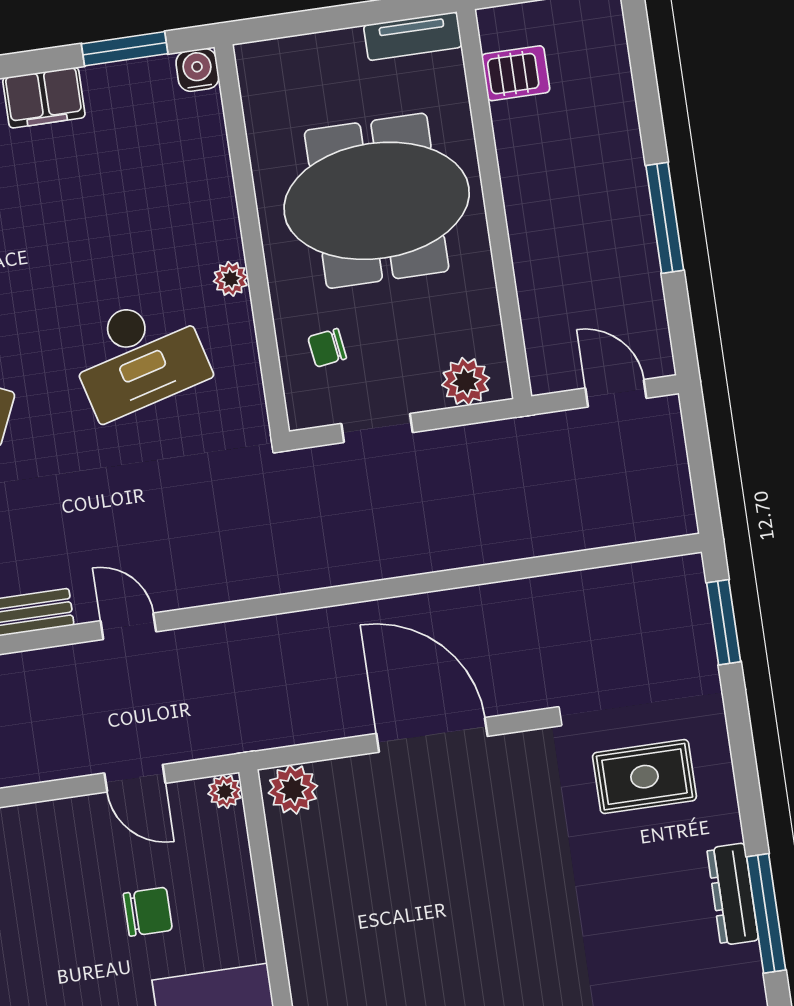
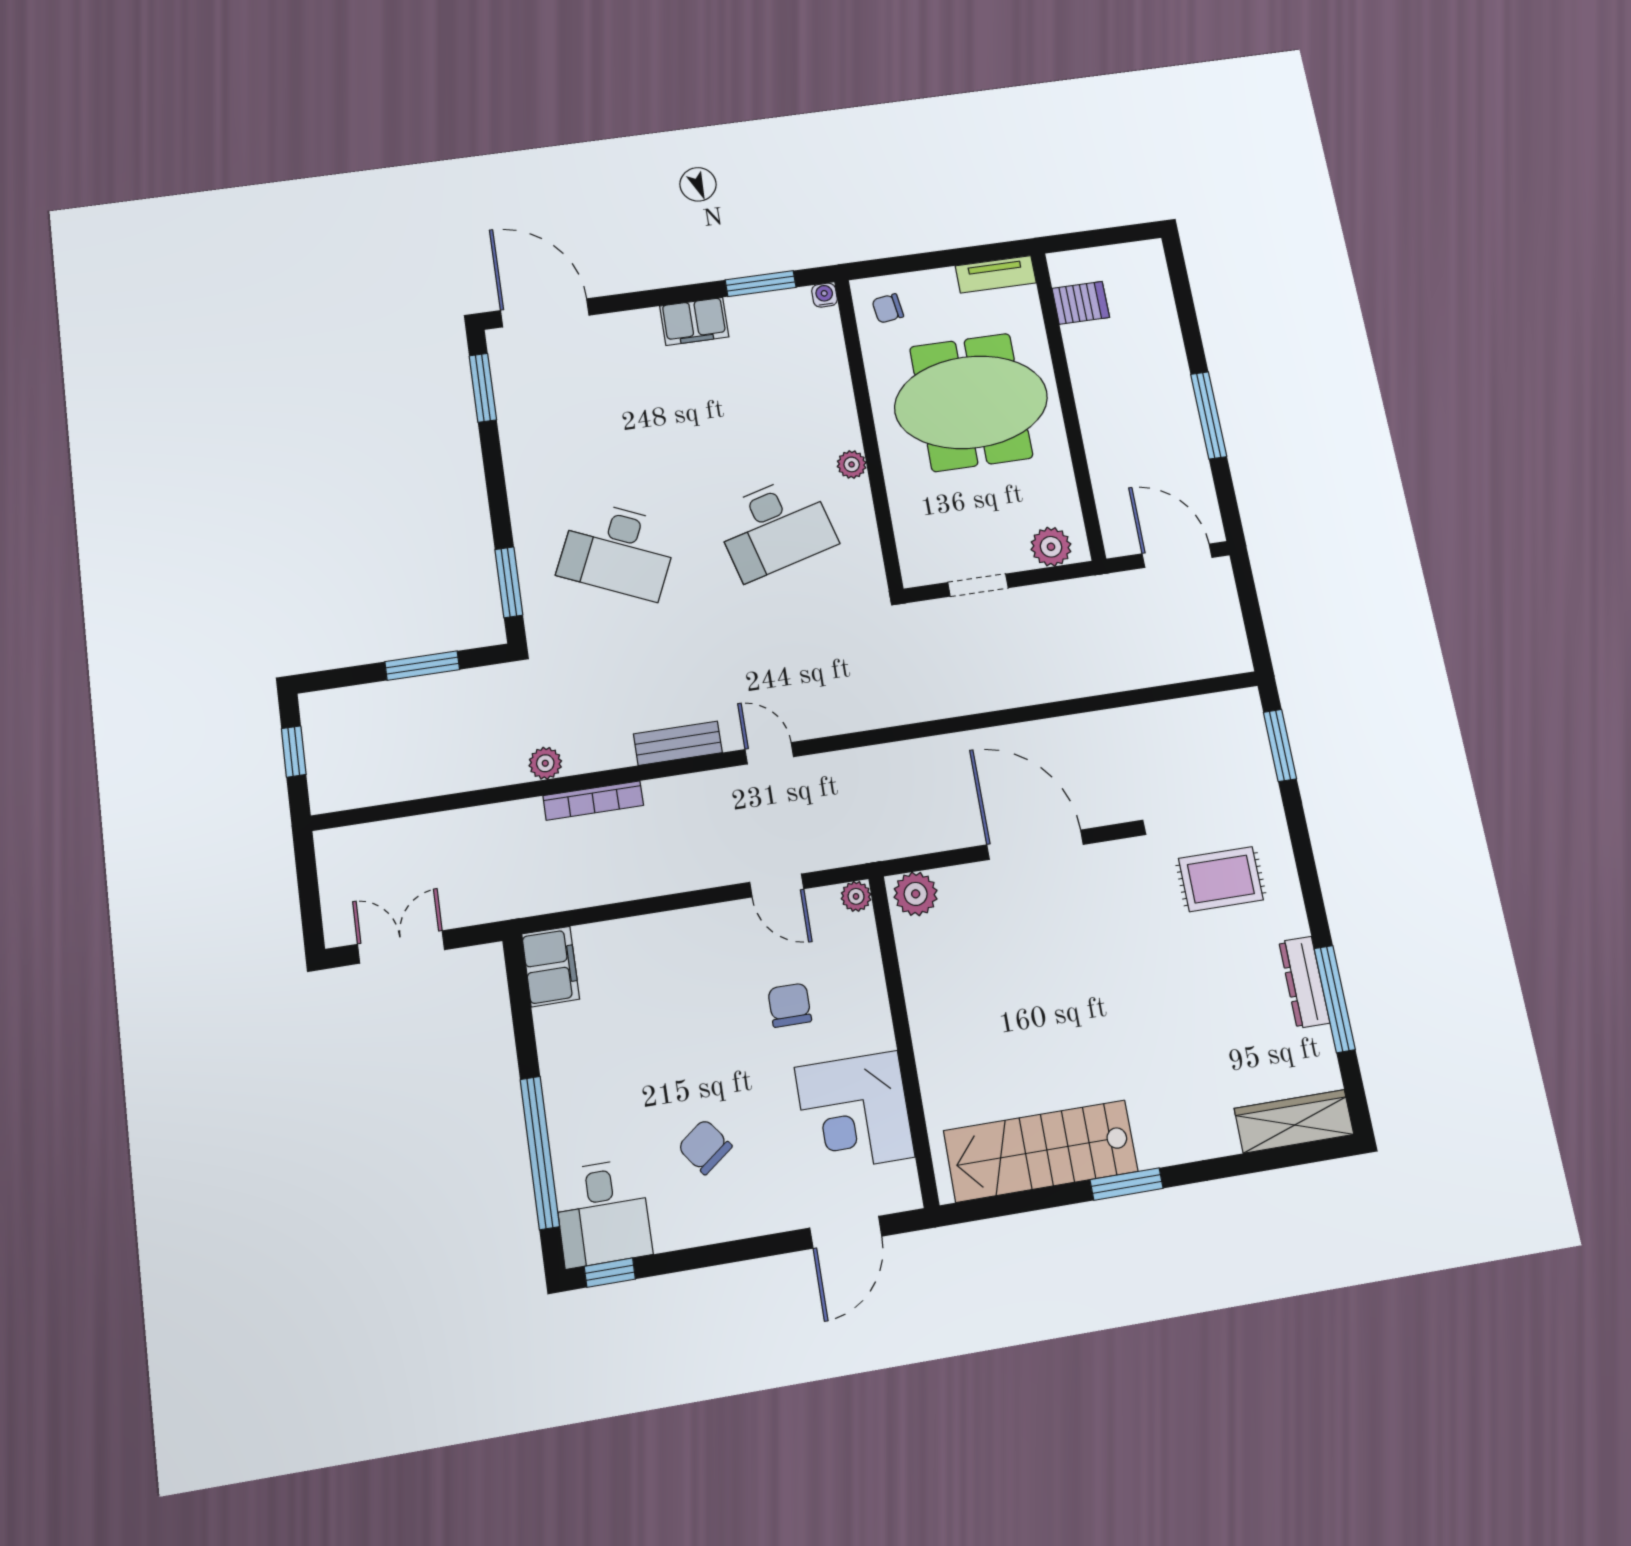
water cooler: (197, 70) -> (824, 295), width x0.72, depth x0.72
chair: (327, 348) -> (888, 308), moved
door: (616, 393) -> (1177, 556), width x1.38
chair: (148, 912) -> (790, 1005), turned -90

